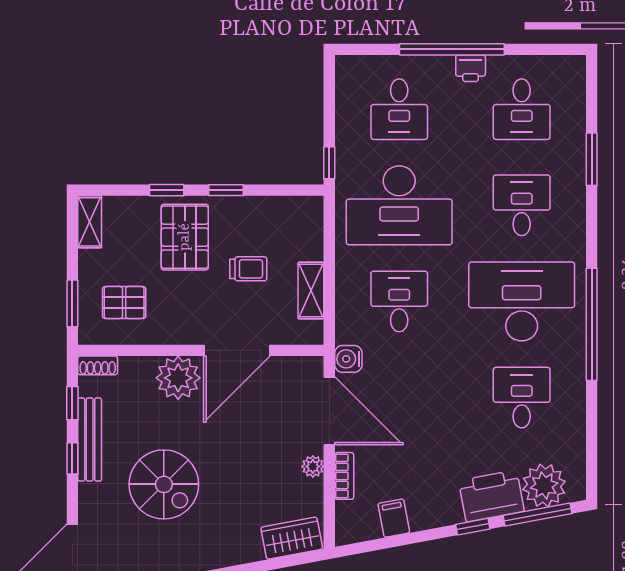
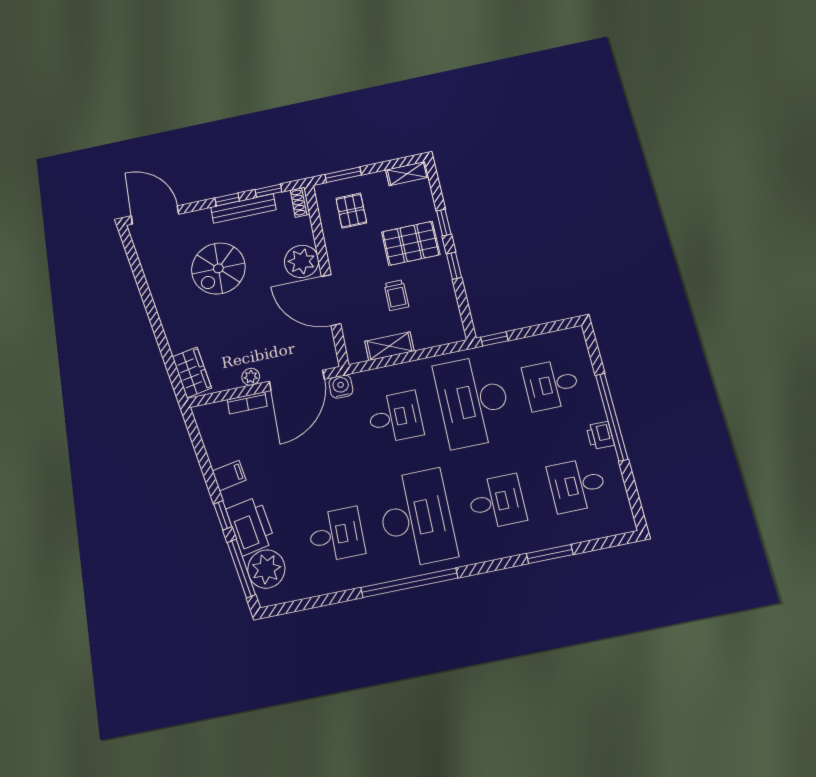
filing cabinet: (394, 518) -> (229, 476), moved

